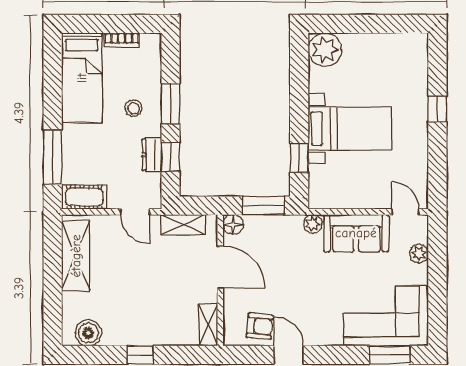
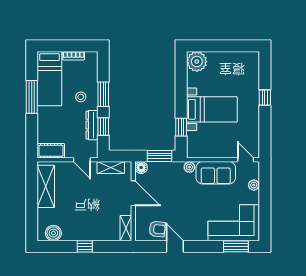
dresser: (152, 155) -> (92, 125), width x1.44
window: (53, 157) -> (32, 97), moved

